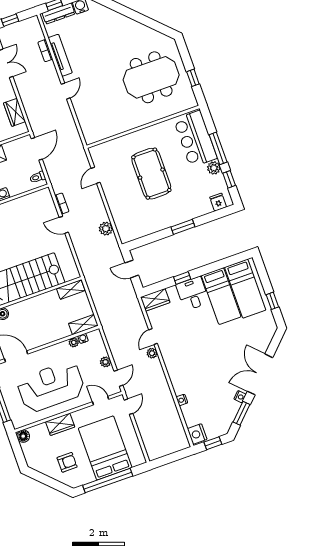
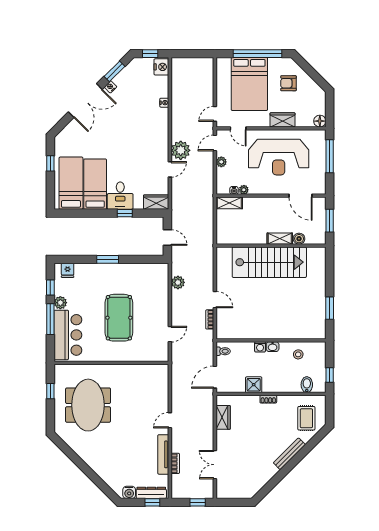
meeting table: (151, 77) -> (88, 405), turned 90
shelving: (71, 290) -> (280, 239), moved
plant: (152, 353) -> (181, 150), width x1.88, depth x1.88

